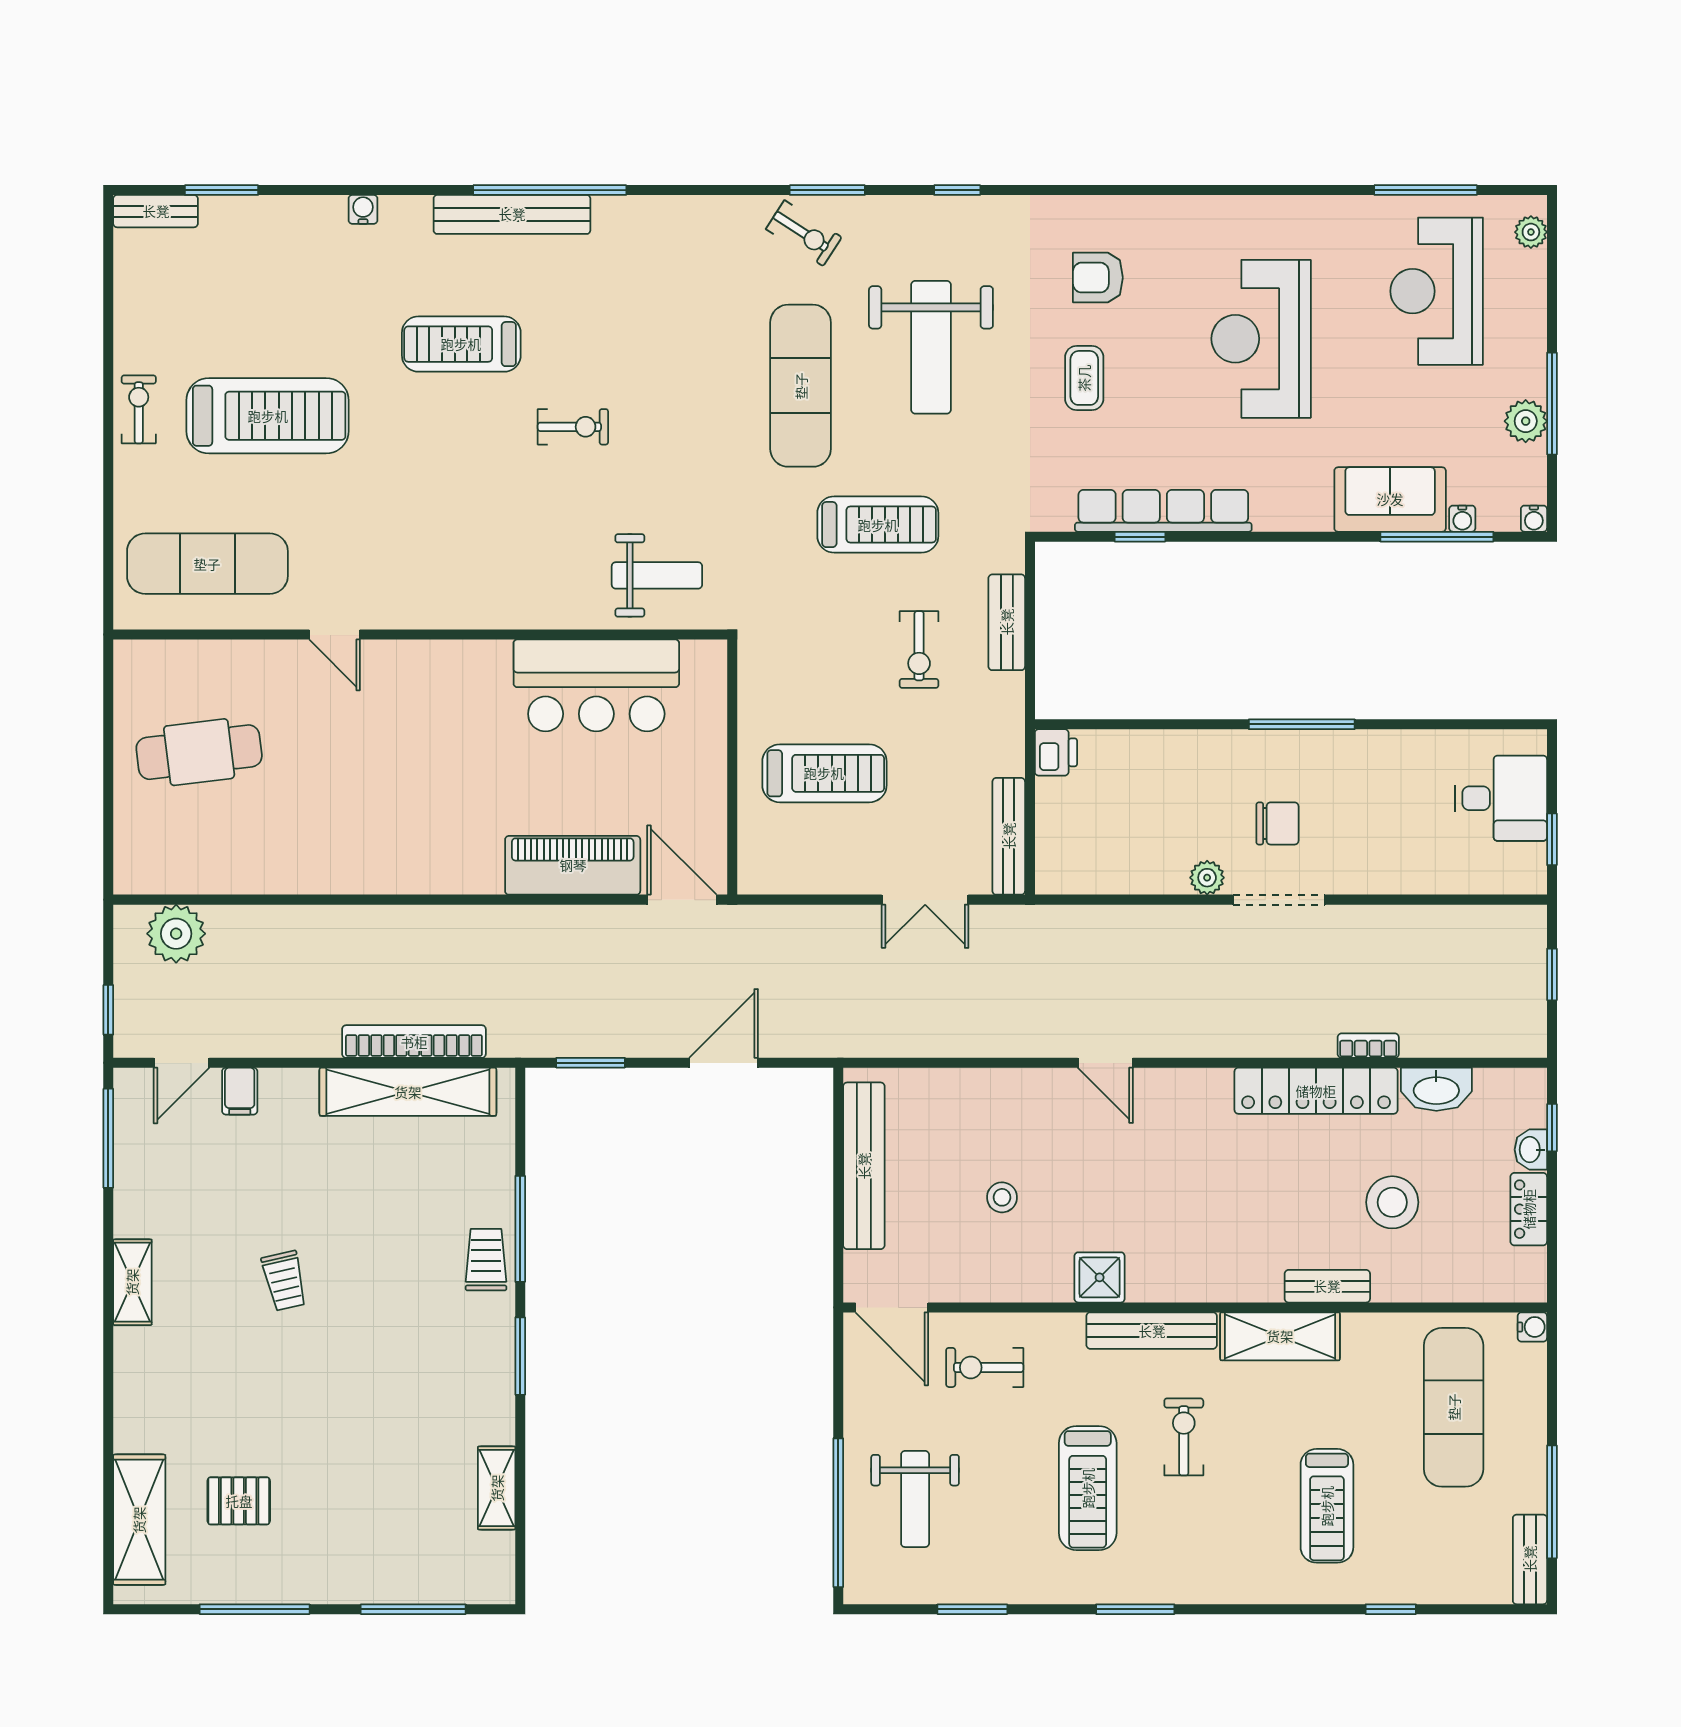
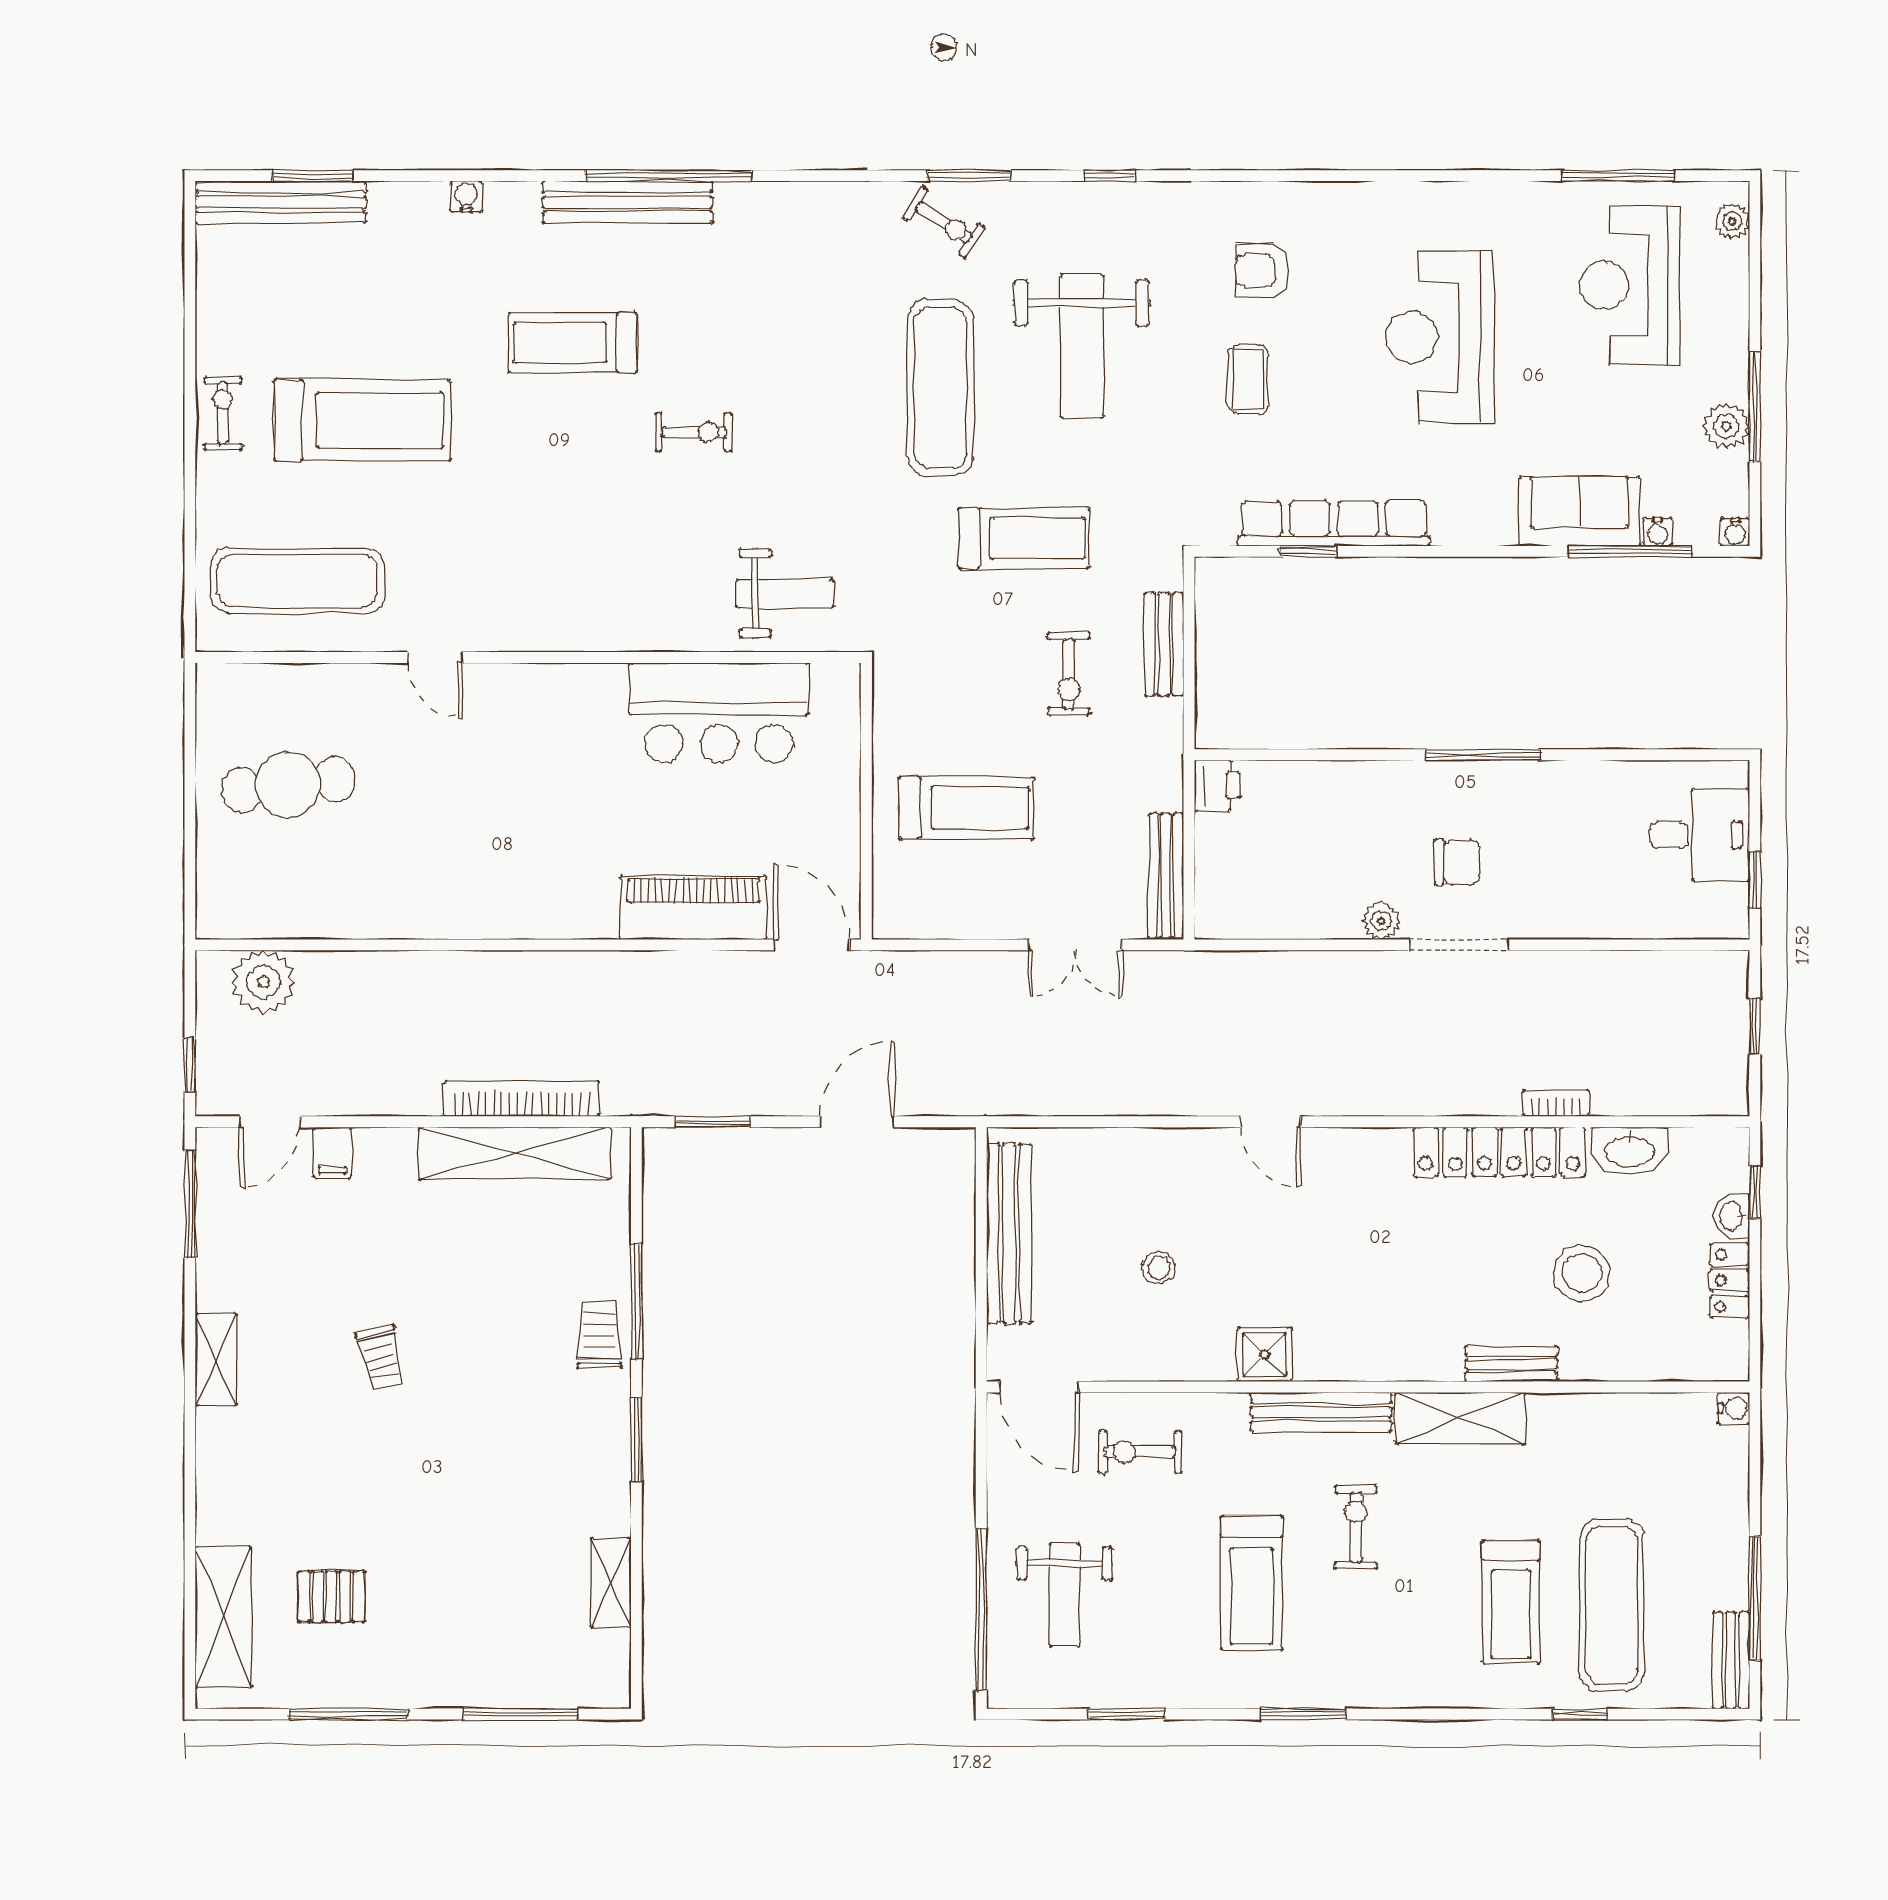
bench: (156, 211) -> (281, 202), width x1.86, depth x1.21
exercise mat: (1454, 1407) -> (1612, 1605), moved

